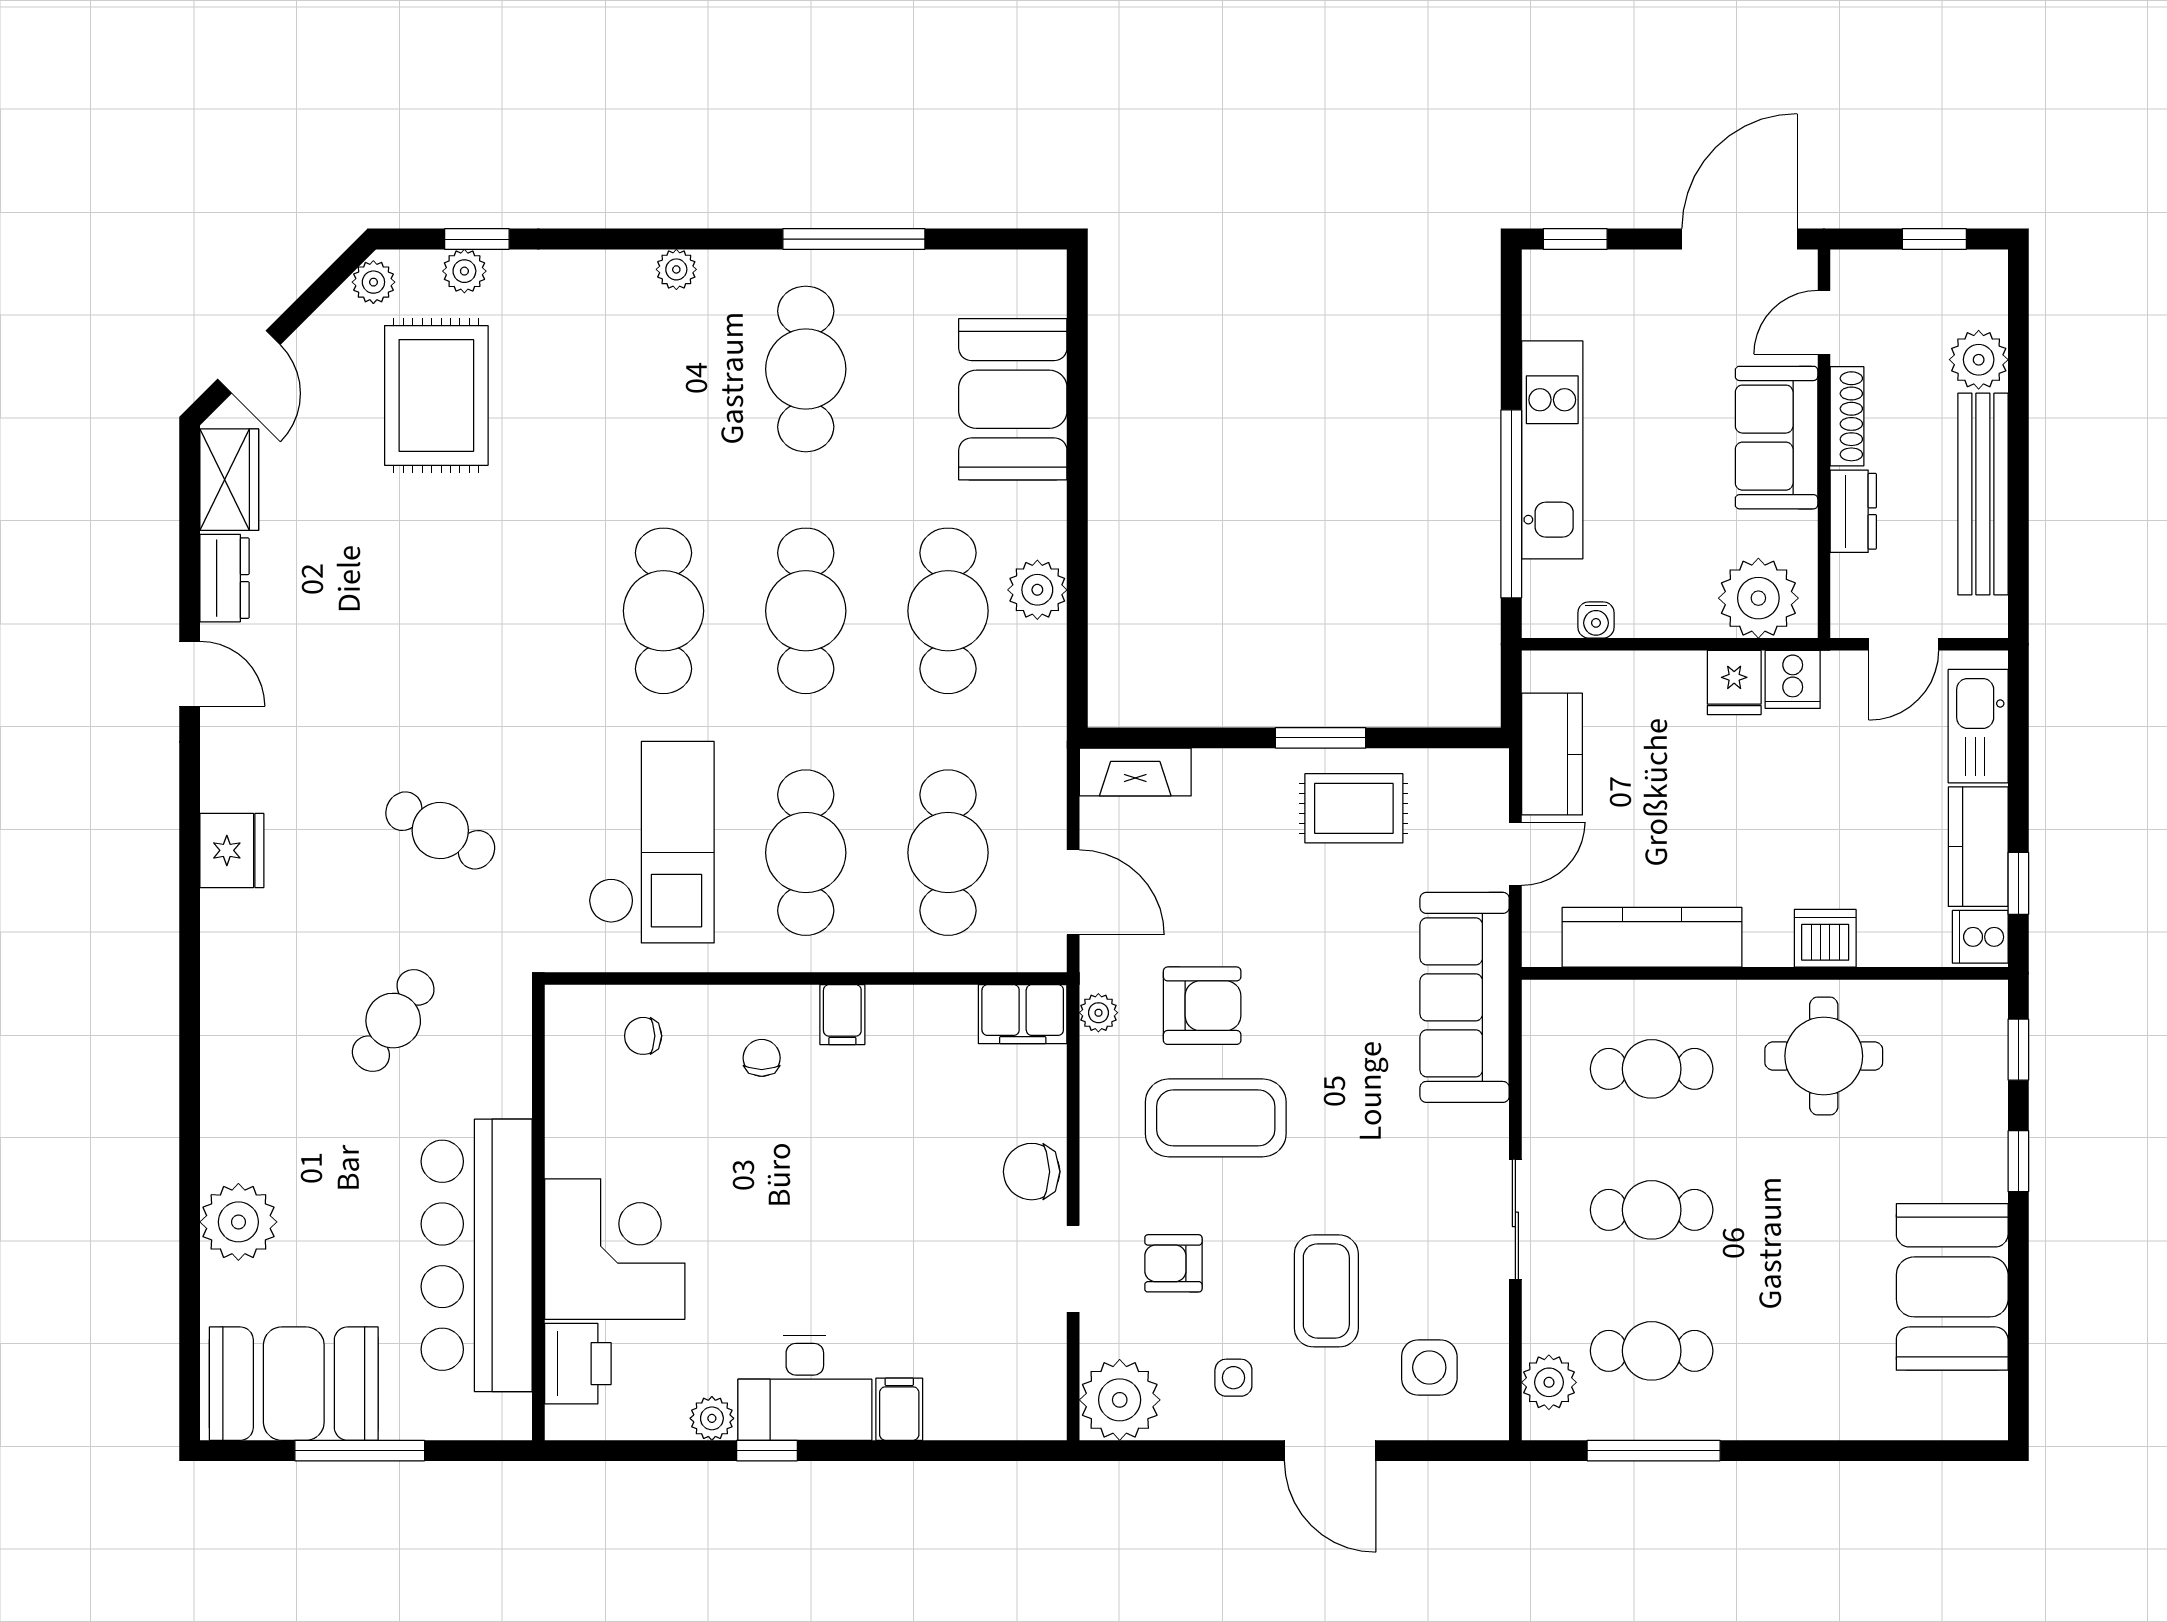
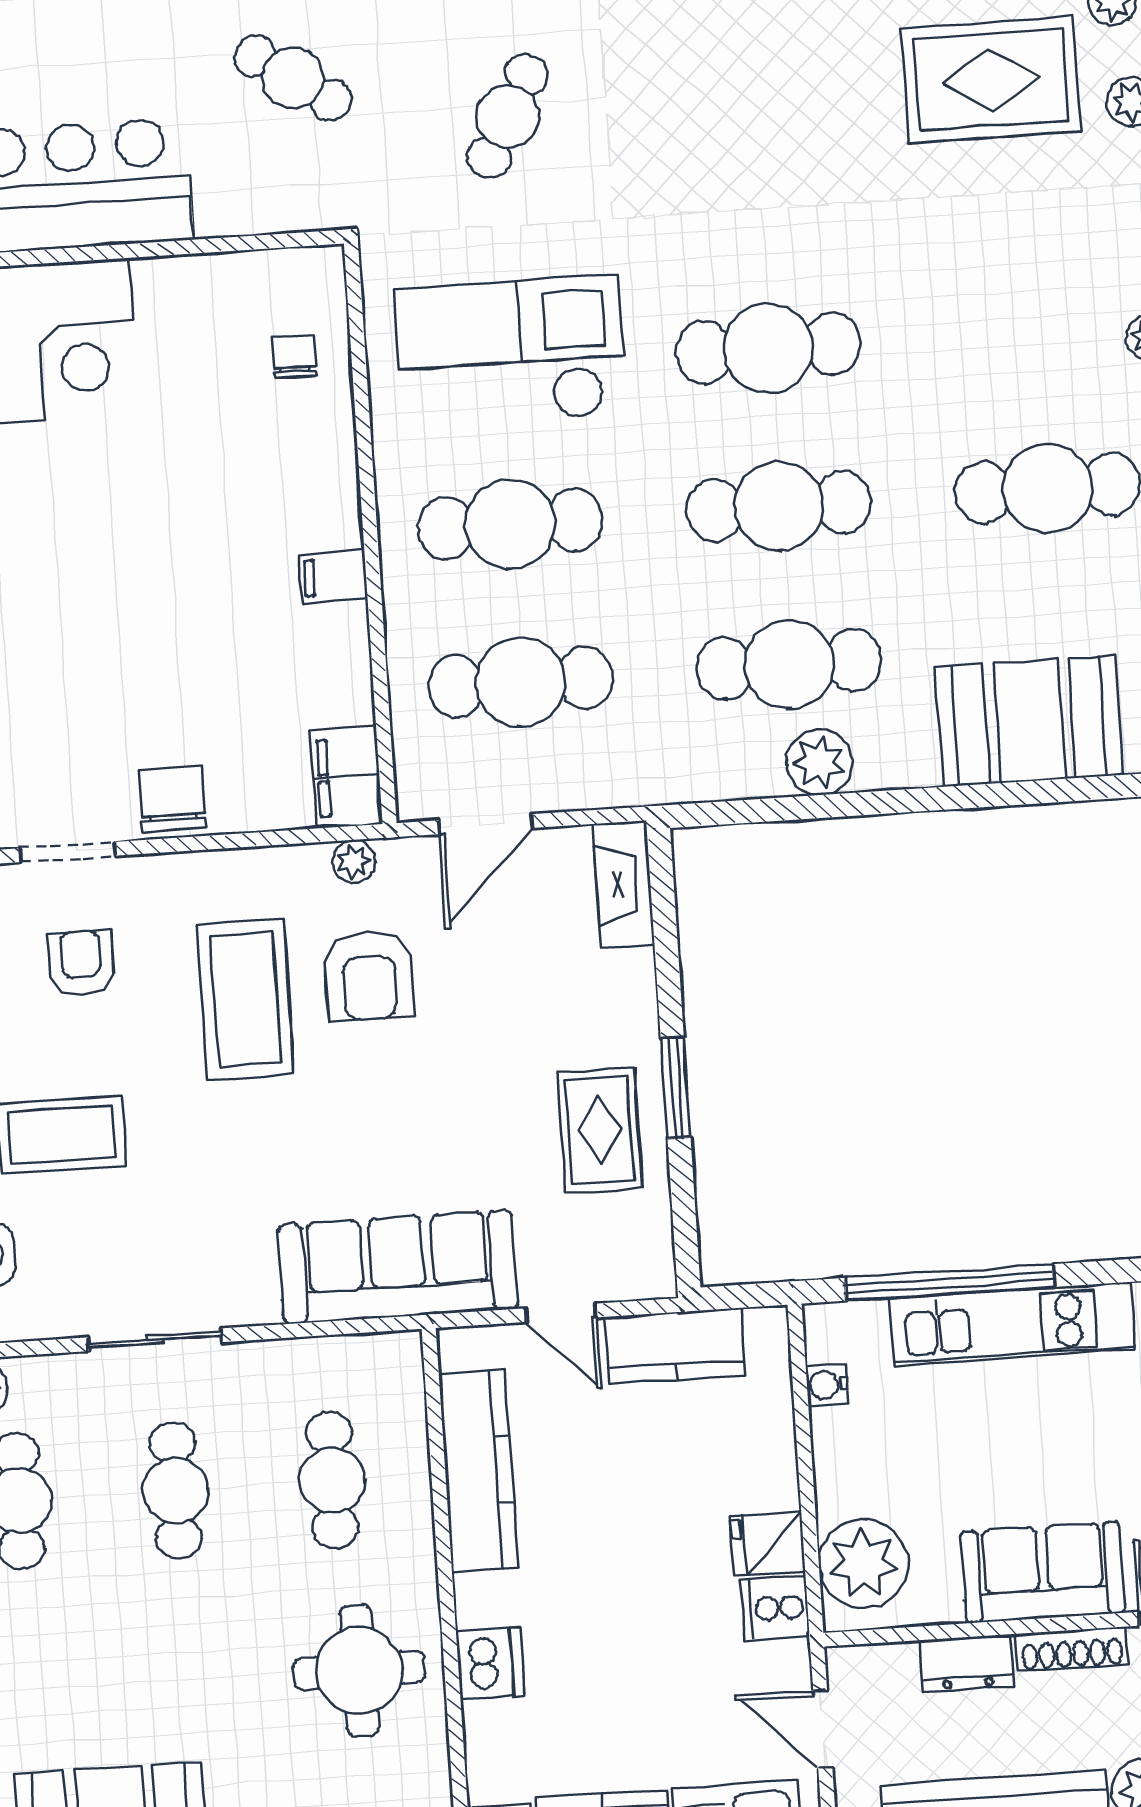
checkout: (651, 842) -> (510, 352), turned 180
chair: (762, 1058) -> (279, 490), removed

